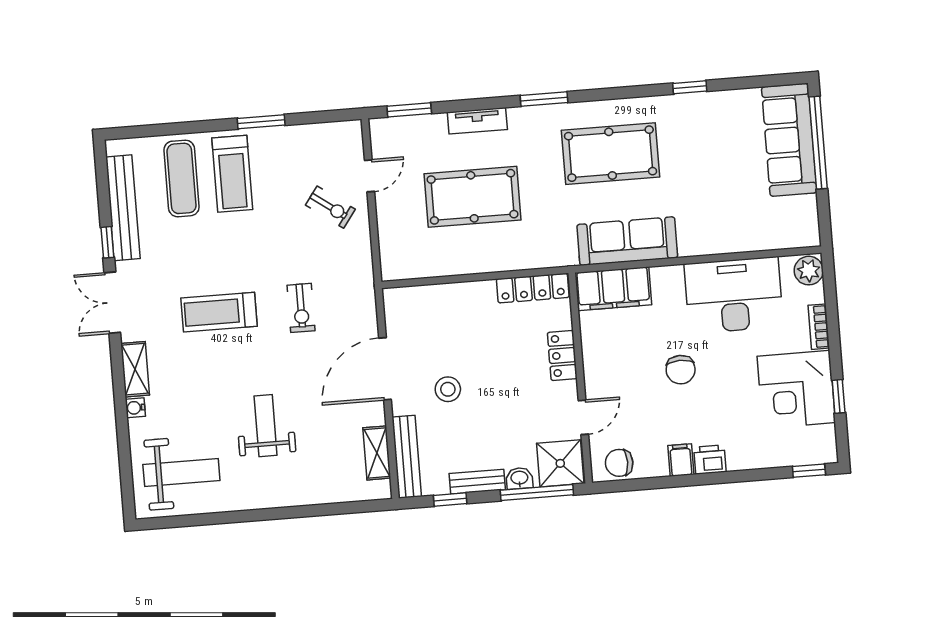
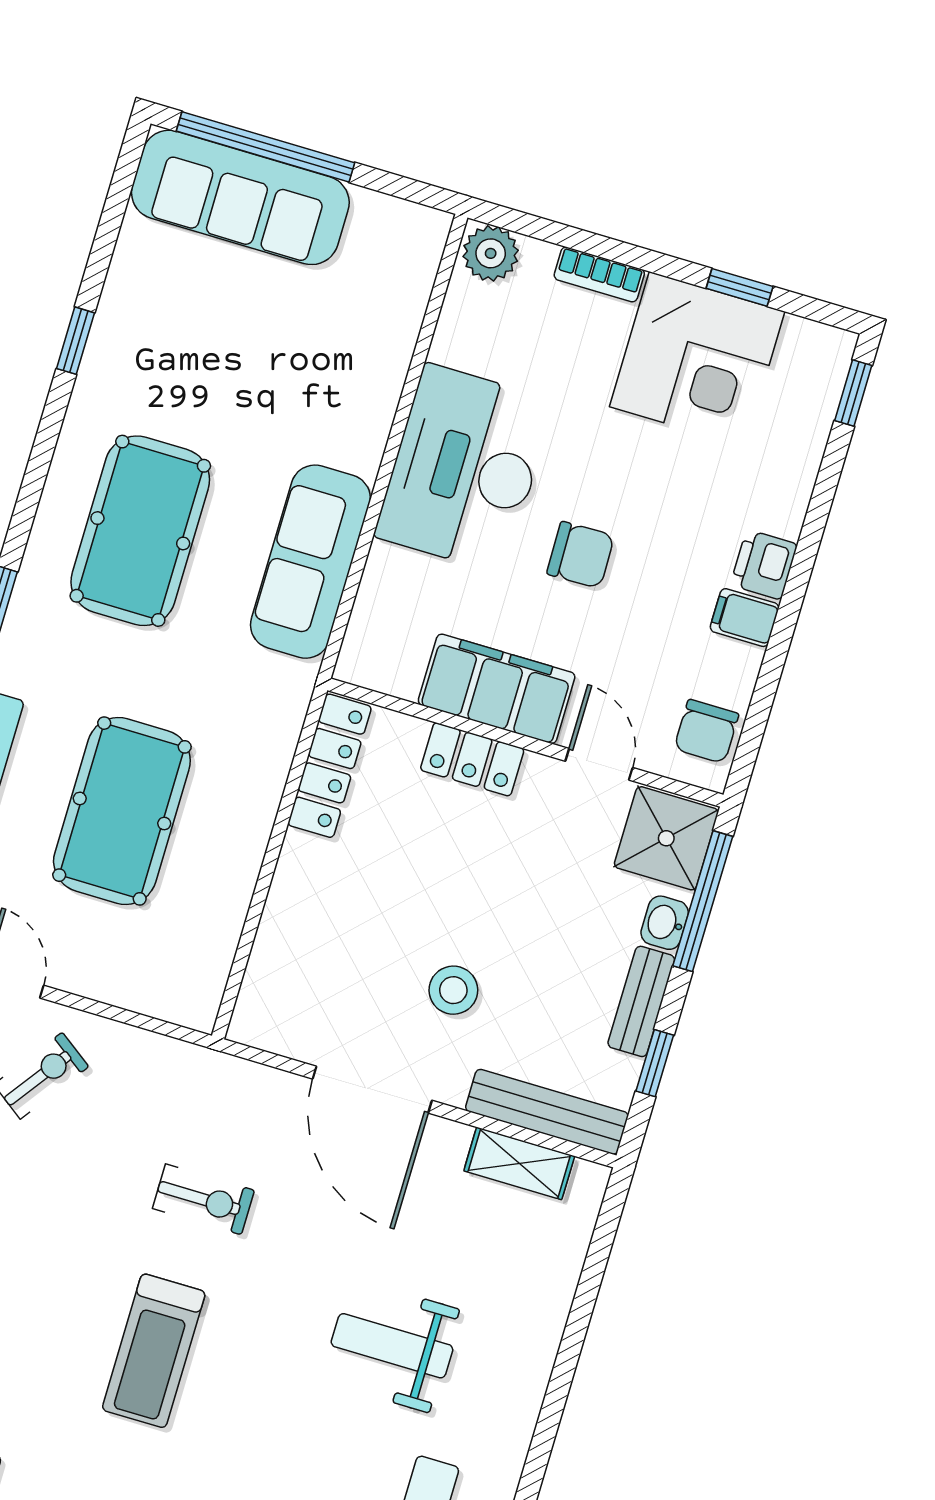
filing cabinet: (613, 289) -> (497, 689), moved, turned -90
desk: (734, 295) -> (464, 468), moved

